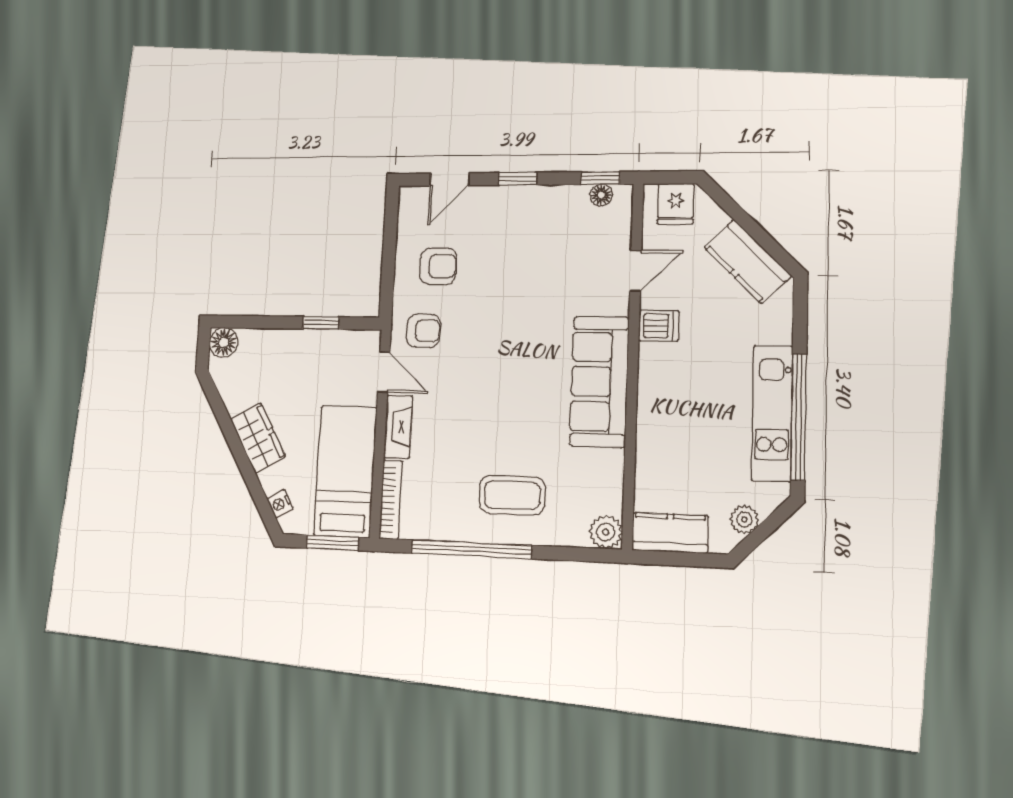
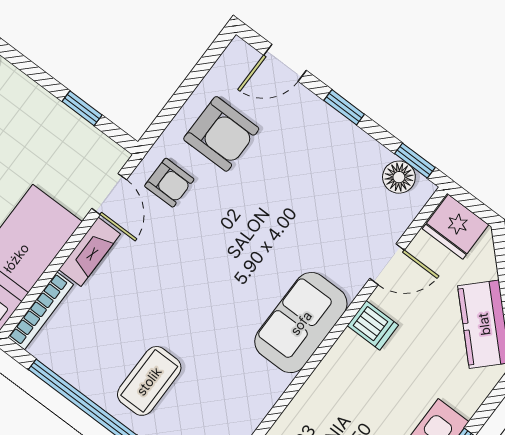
floor lamp: (601, 195) -> (399, 177), width x1.37, depth x1.37
fridge: (676, 204) -> (456, 227), width x1.38
armchair: (438, 266) -> (221, 134), width x1.38, depth x1.38
sofa: (599, 382) -> (301, 323), width x0.73
coffee table: (512, 495) -> (149, 381), turned 90

